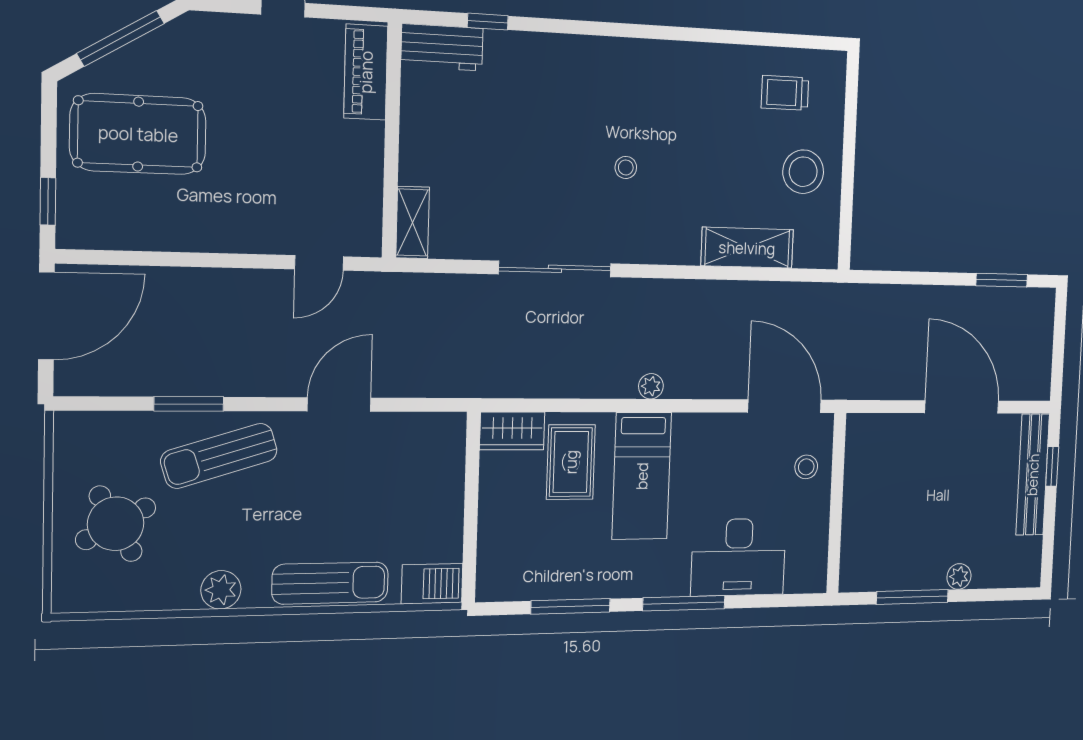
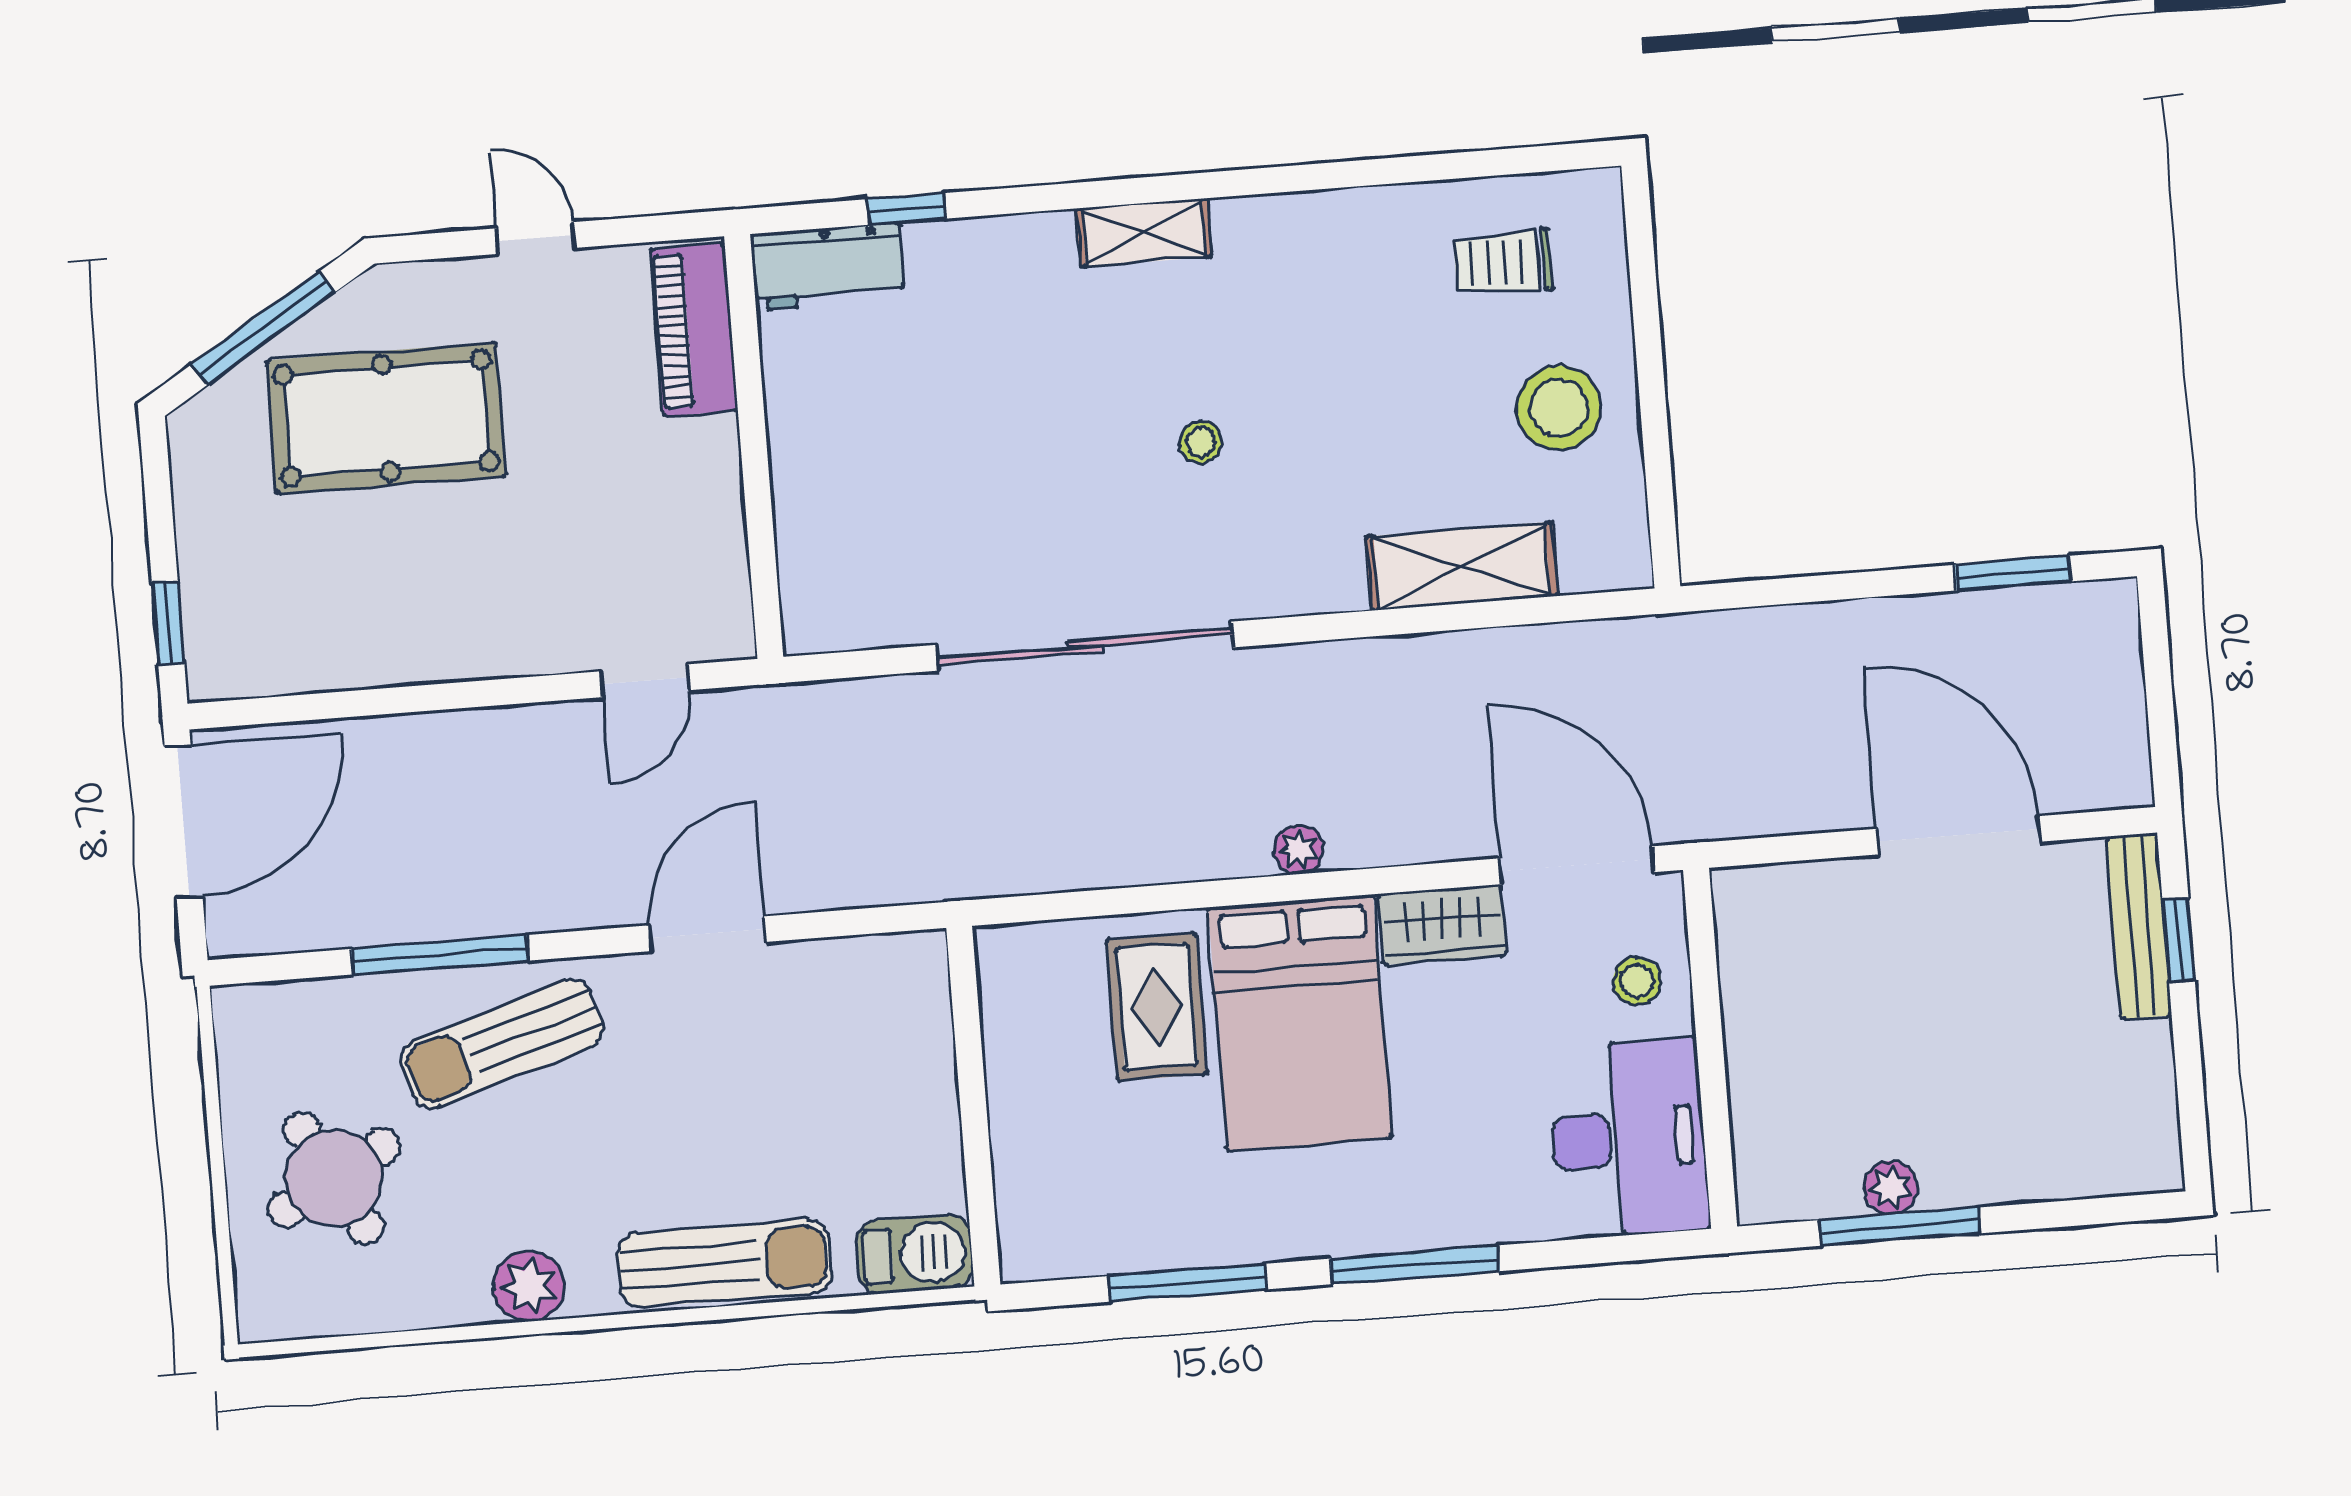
pool table: (138, 134) -> (386, 418), moved
shelving: (413, 222) -> (1144, 233), moved, turned 90
sliding door: (555, 269) -> (1085, 646), width x1.36
window: (189, 404) -> (440, 955), width x1.44
wardrobe: (512, 431) -> (1442, 925), moved
bench: (1033, 475) -> (2139, 926), width x0.73, depth x0.82
bed: (642, 476) -> (1300, 1023), width x1.50
desk: (738, 557) -> (1628, 1139), moved, turned -90
plant: (959, 576) -> (1891, 1188), moved

